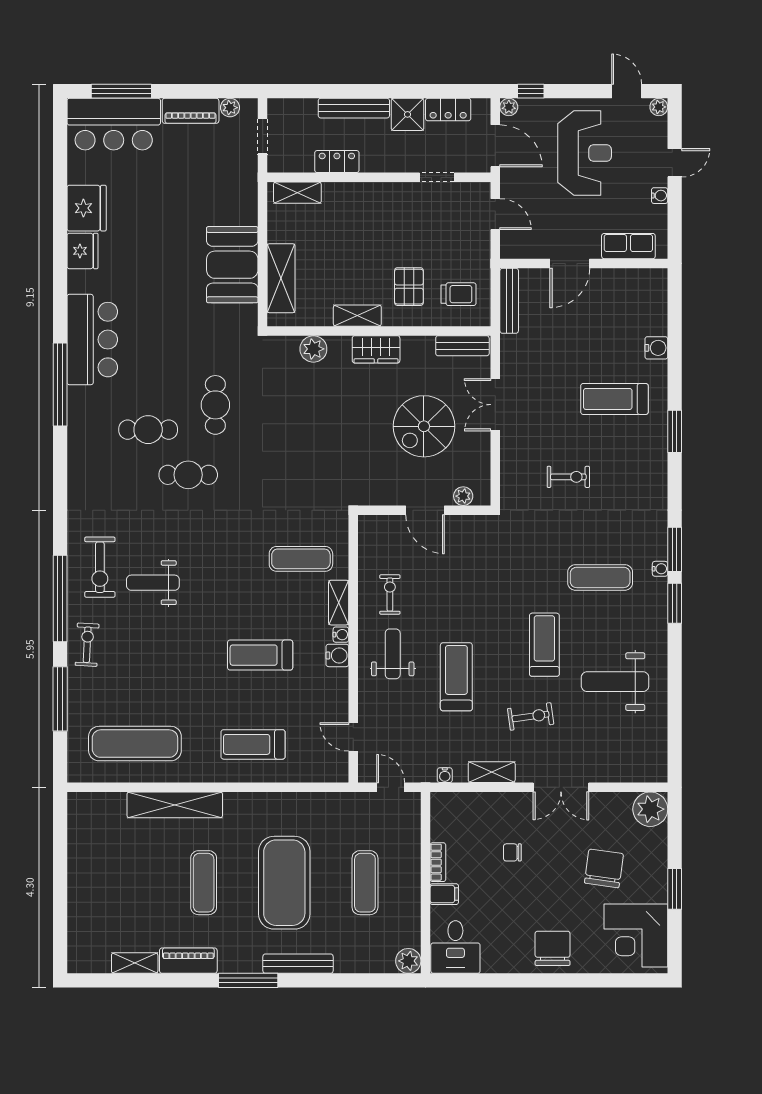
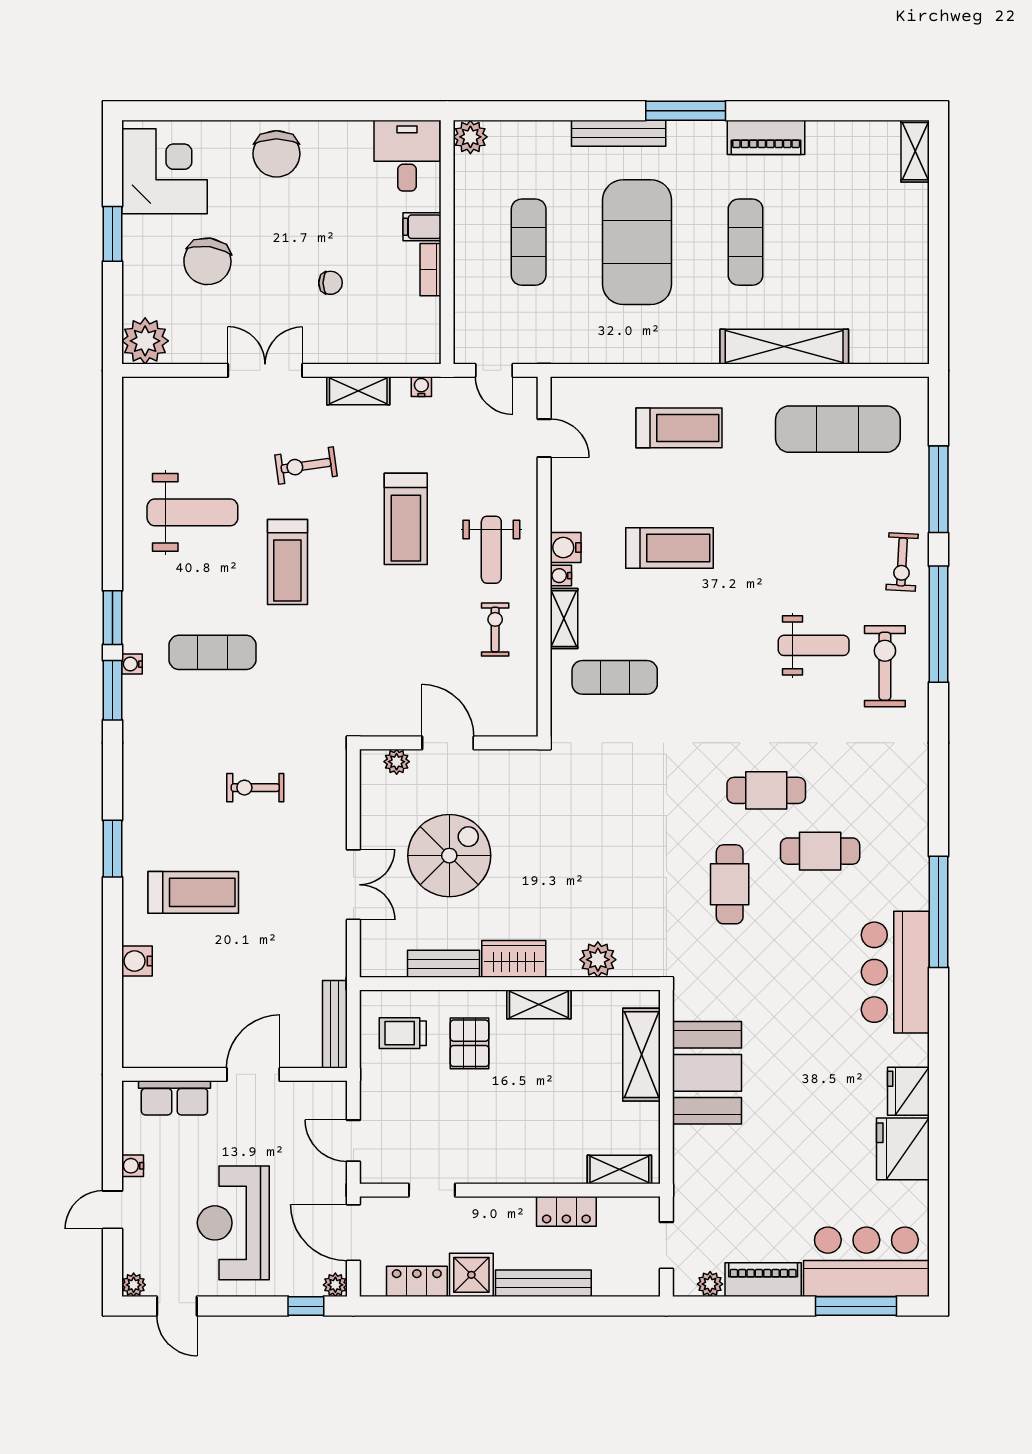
bench: (462, 346) -> (444, 964), moved
exercise bike: (390, 594) -> (495, 630), turned 180
shelving: (135, 963) -> (915, 151), moved, turned 90

